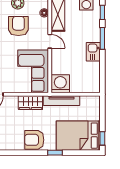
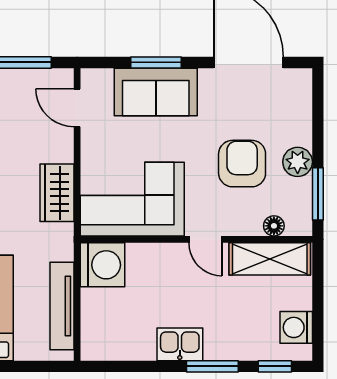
armchair: (18, 26) -> (242, 164), turned -90
door: (50, 41) -> (205, 239), hinge flipped
tv unit: (62, 101) -> (62, 306), moved

